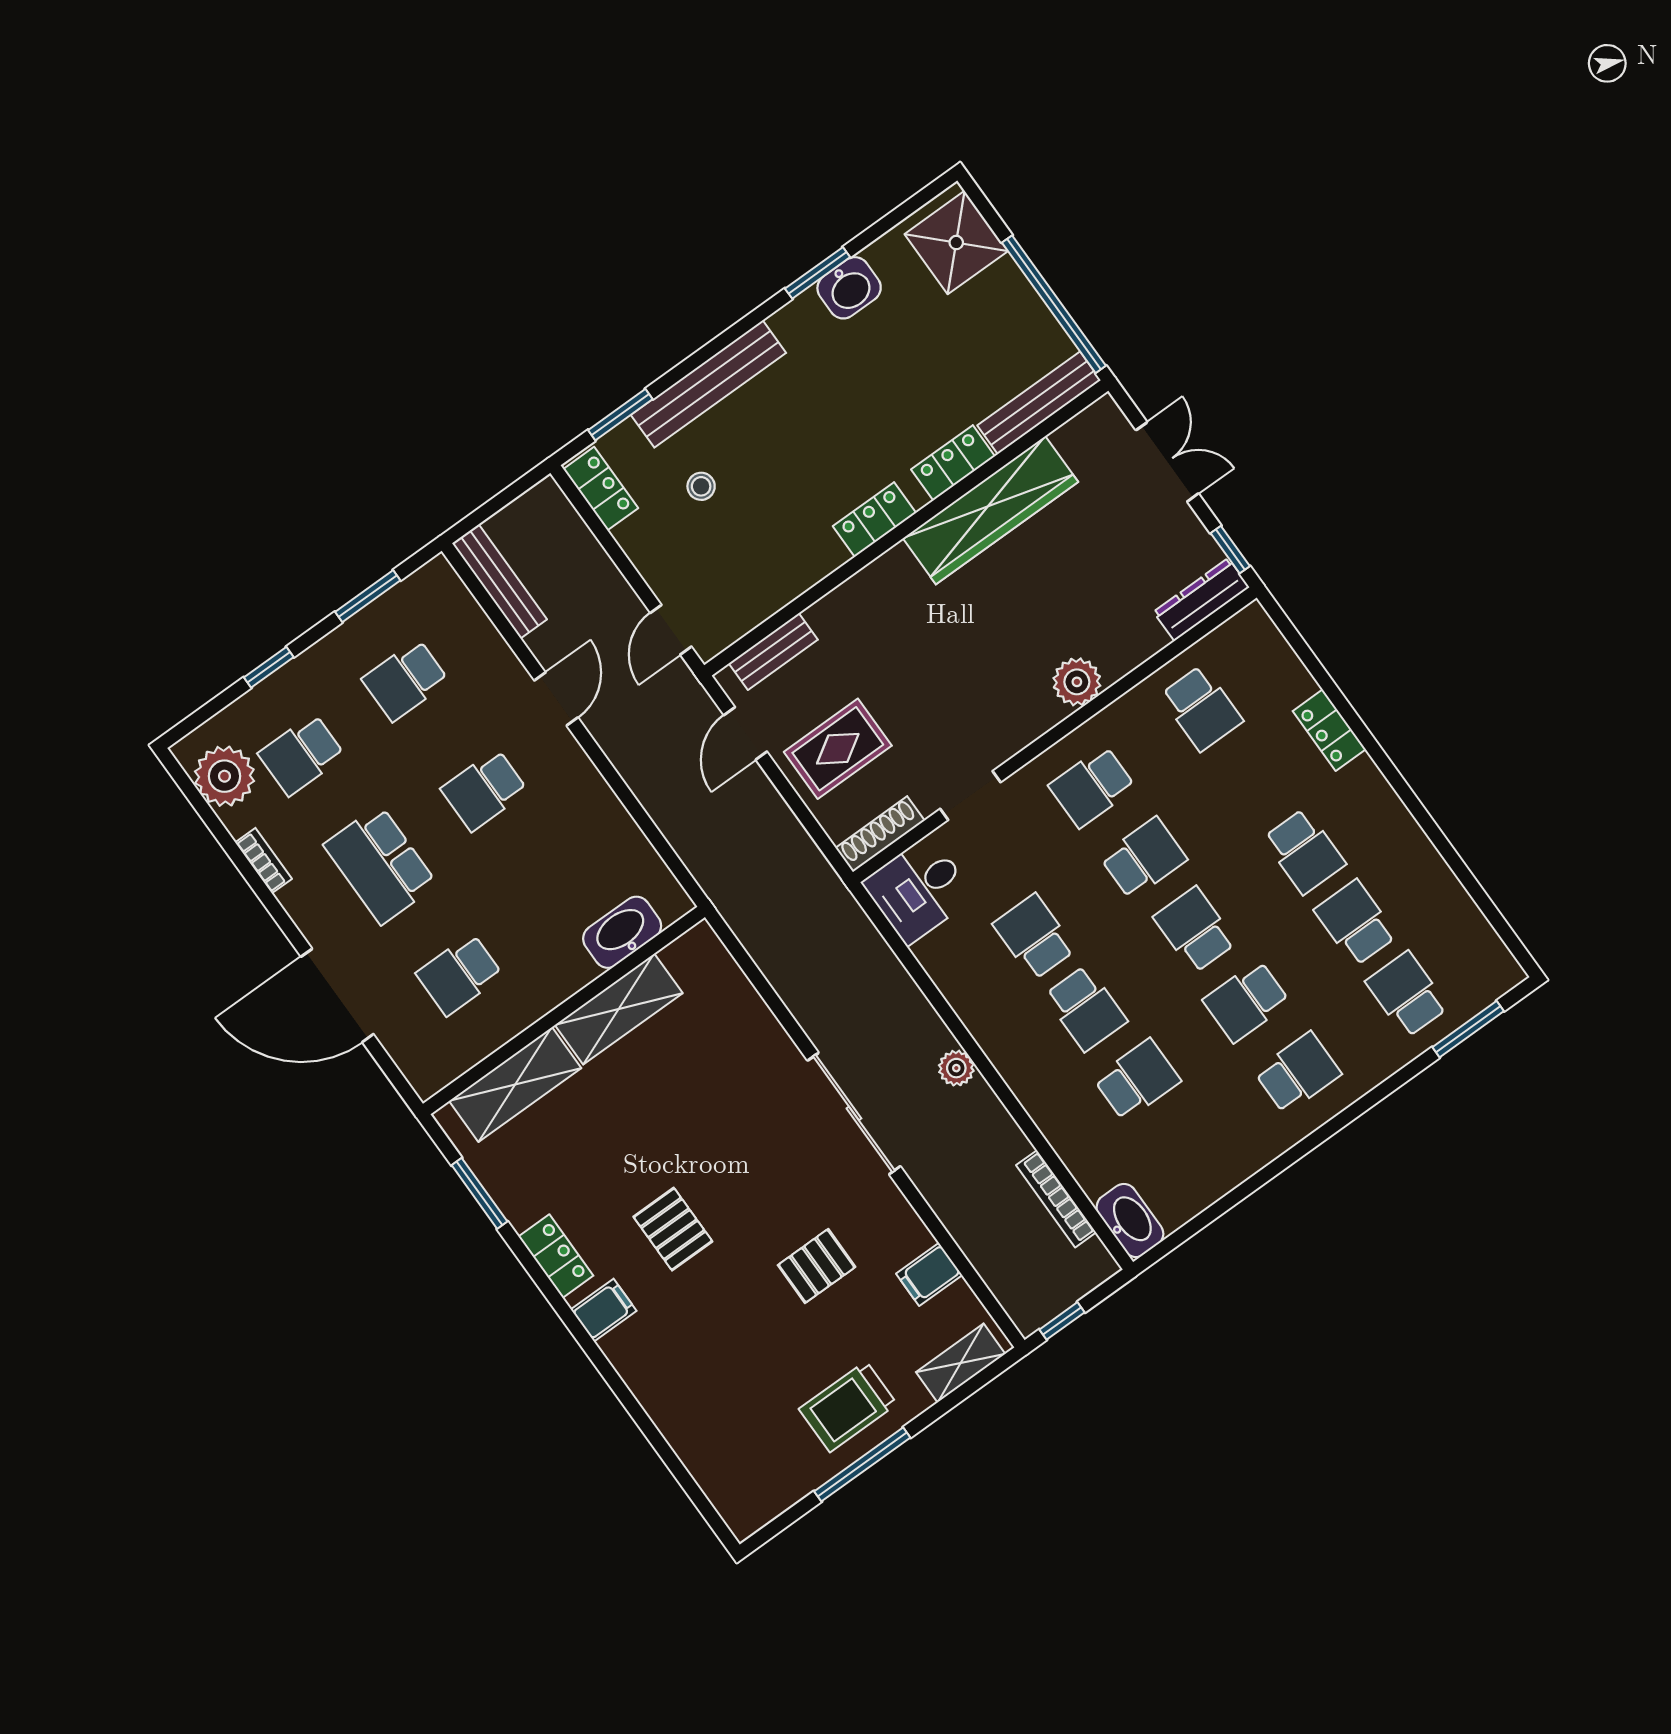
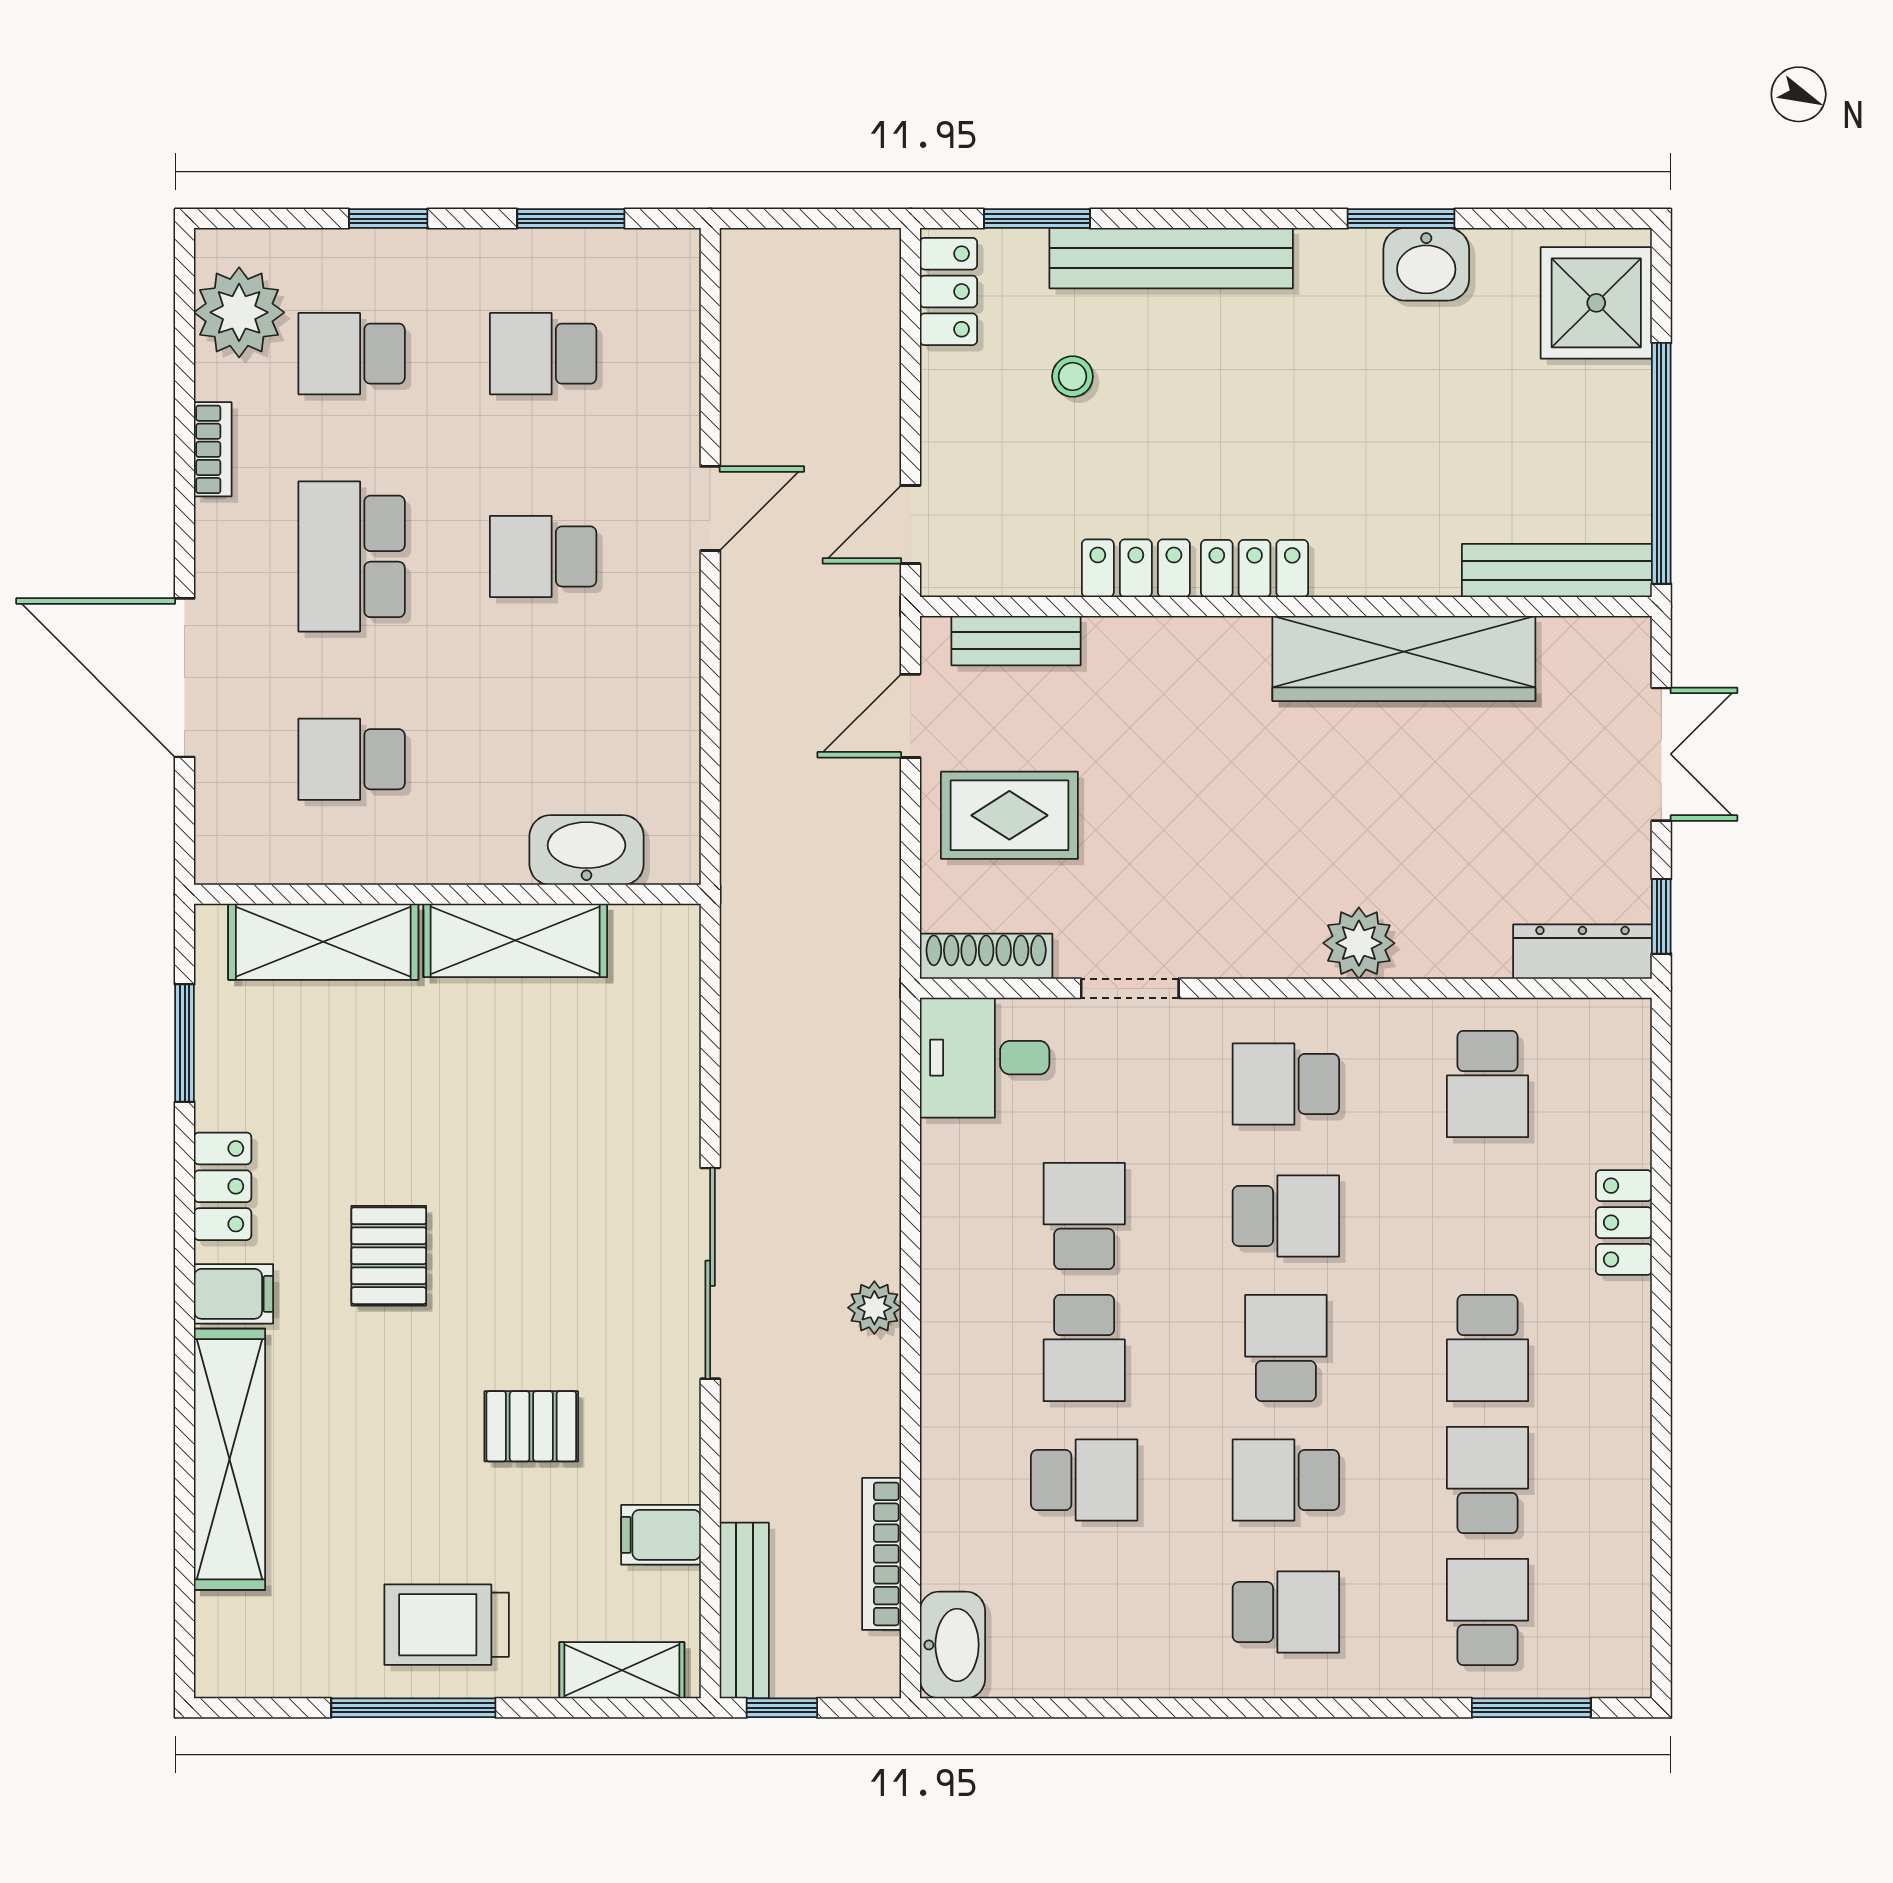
locker: (953, 463) -> (1136, 568), moved
bench: (500, 581) -> (744, 1611), moved
shelving: (666, 1401) -> (230, 1459), added

